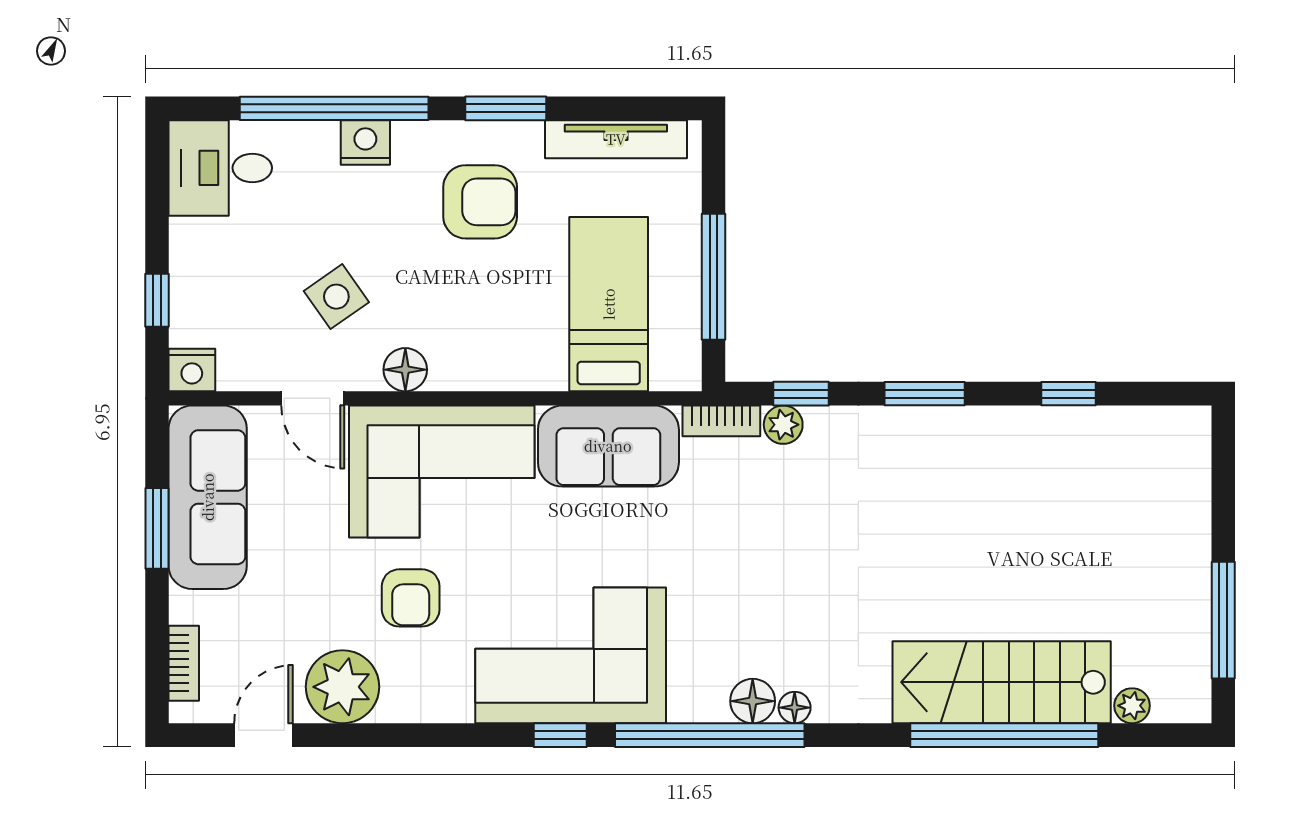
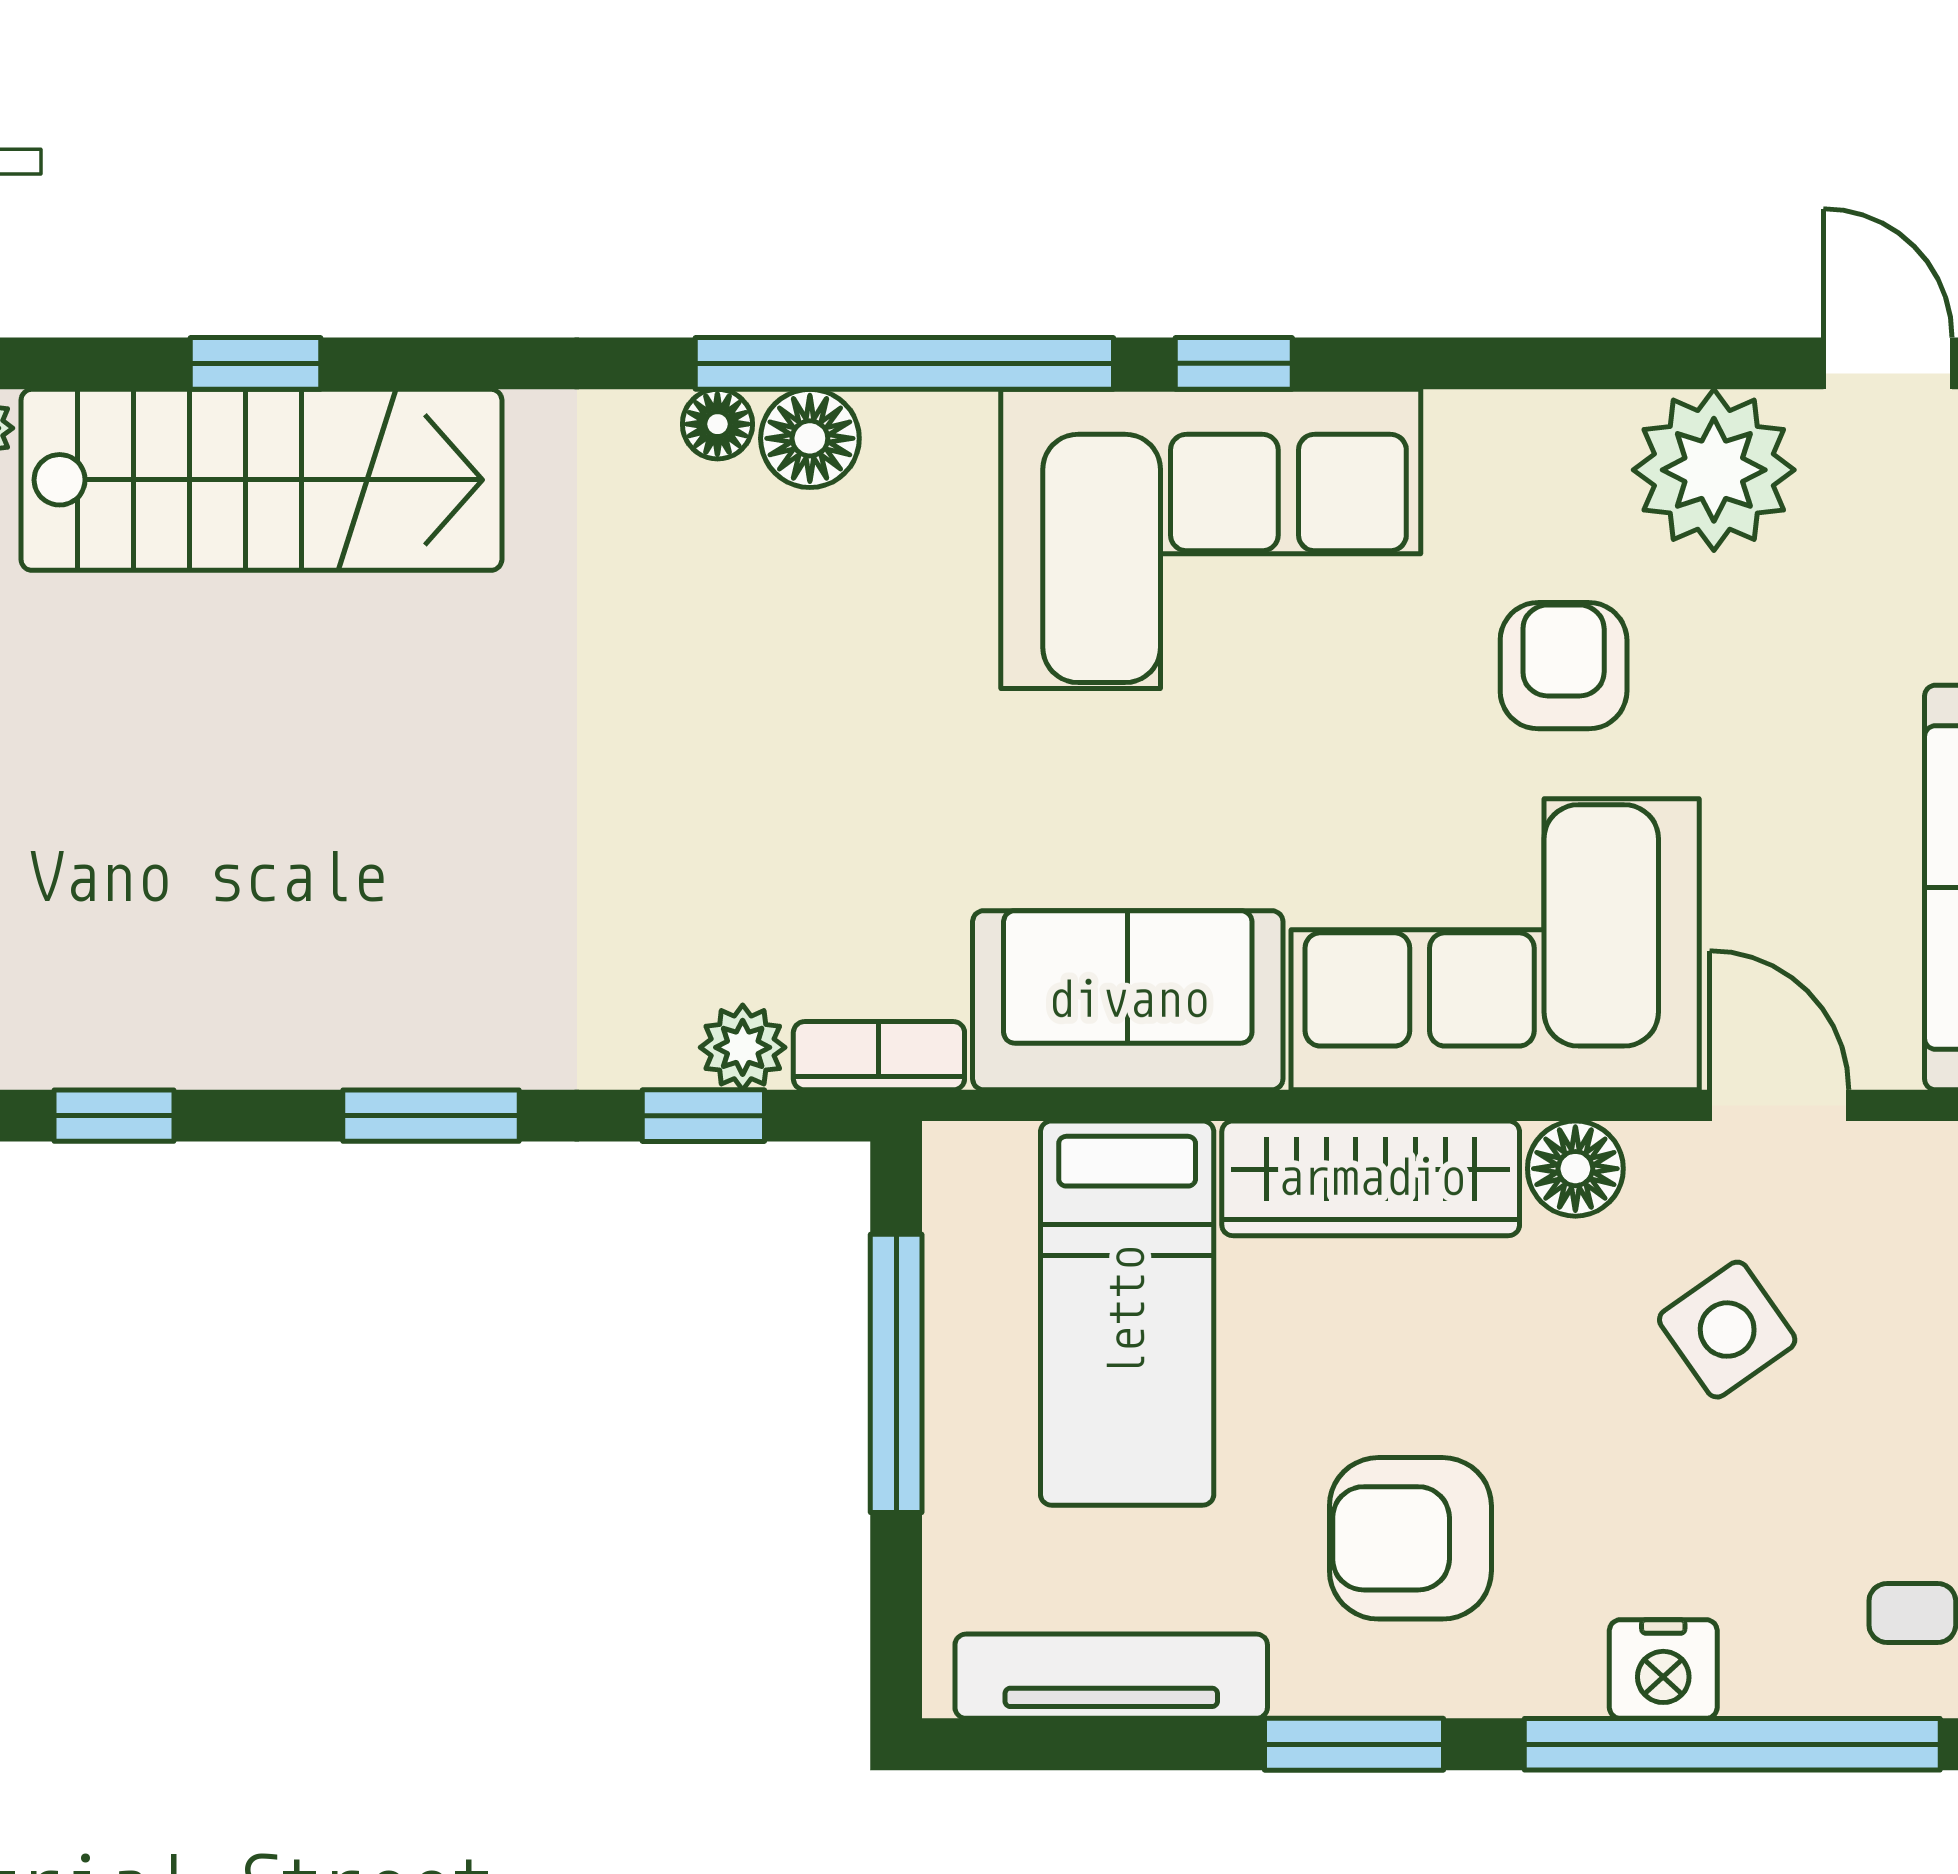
wardrobe: (498, 365) -> (1371, 1178), added
door: (263, 735) -> (1888, 363), swing flipped
window: (1004, 735) -> (256, 363), width x0.32

